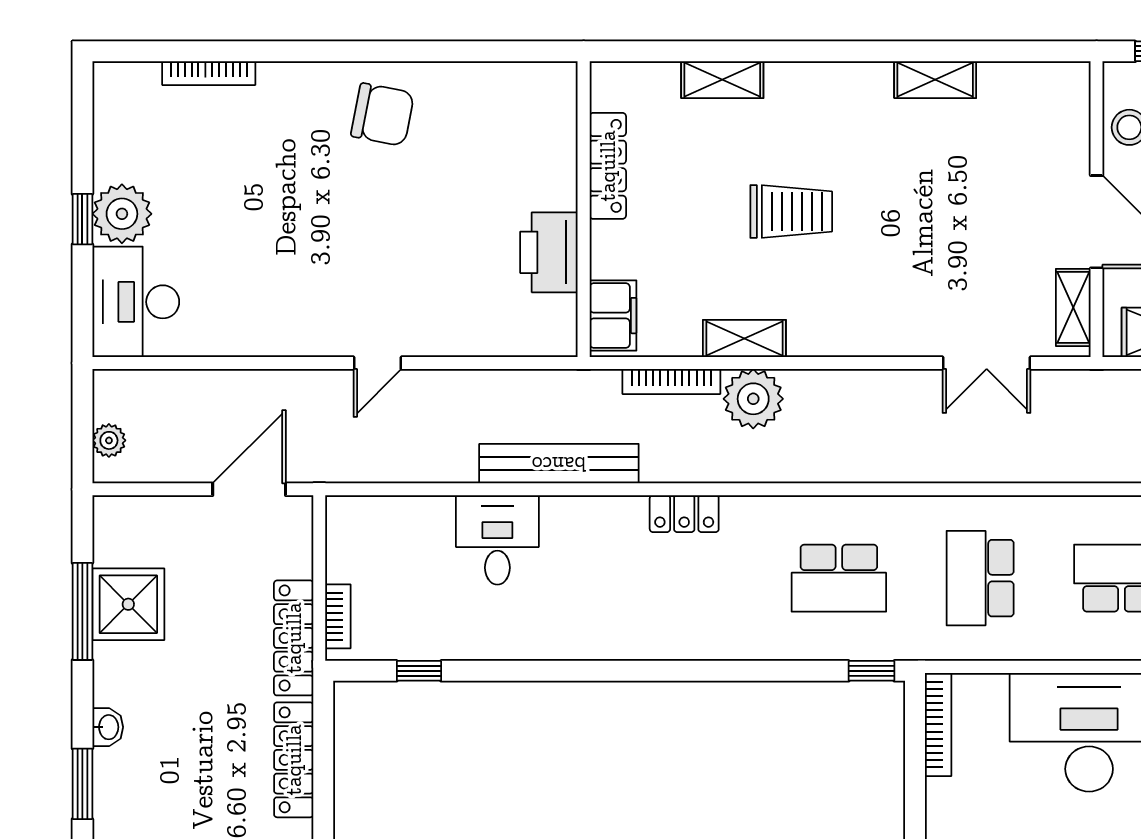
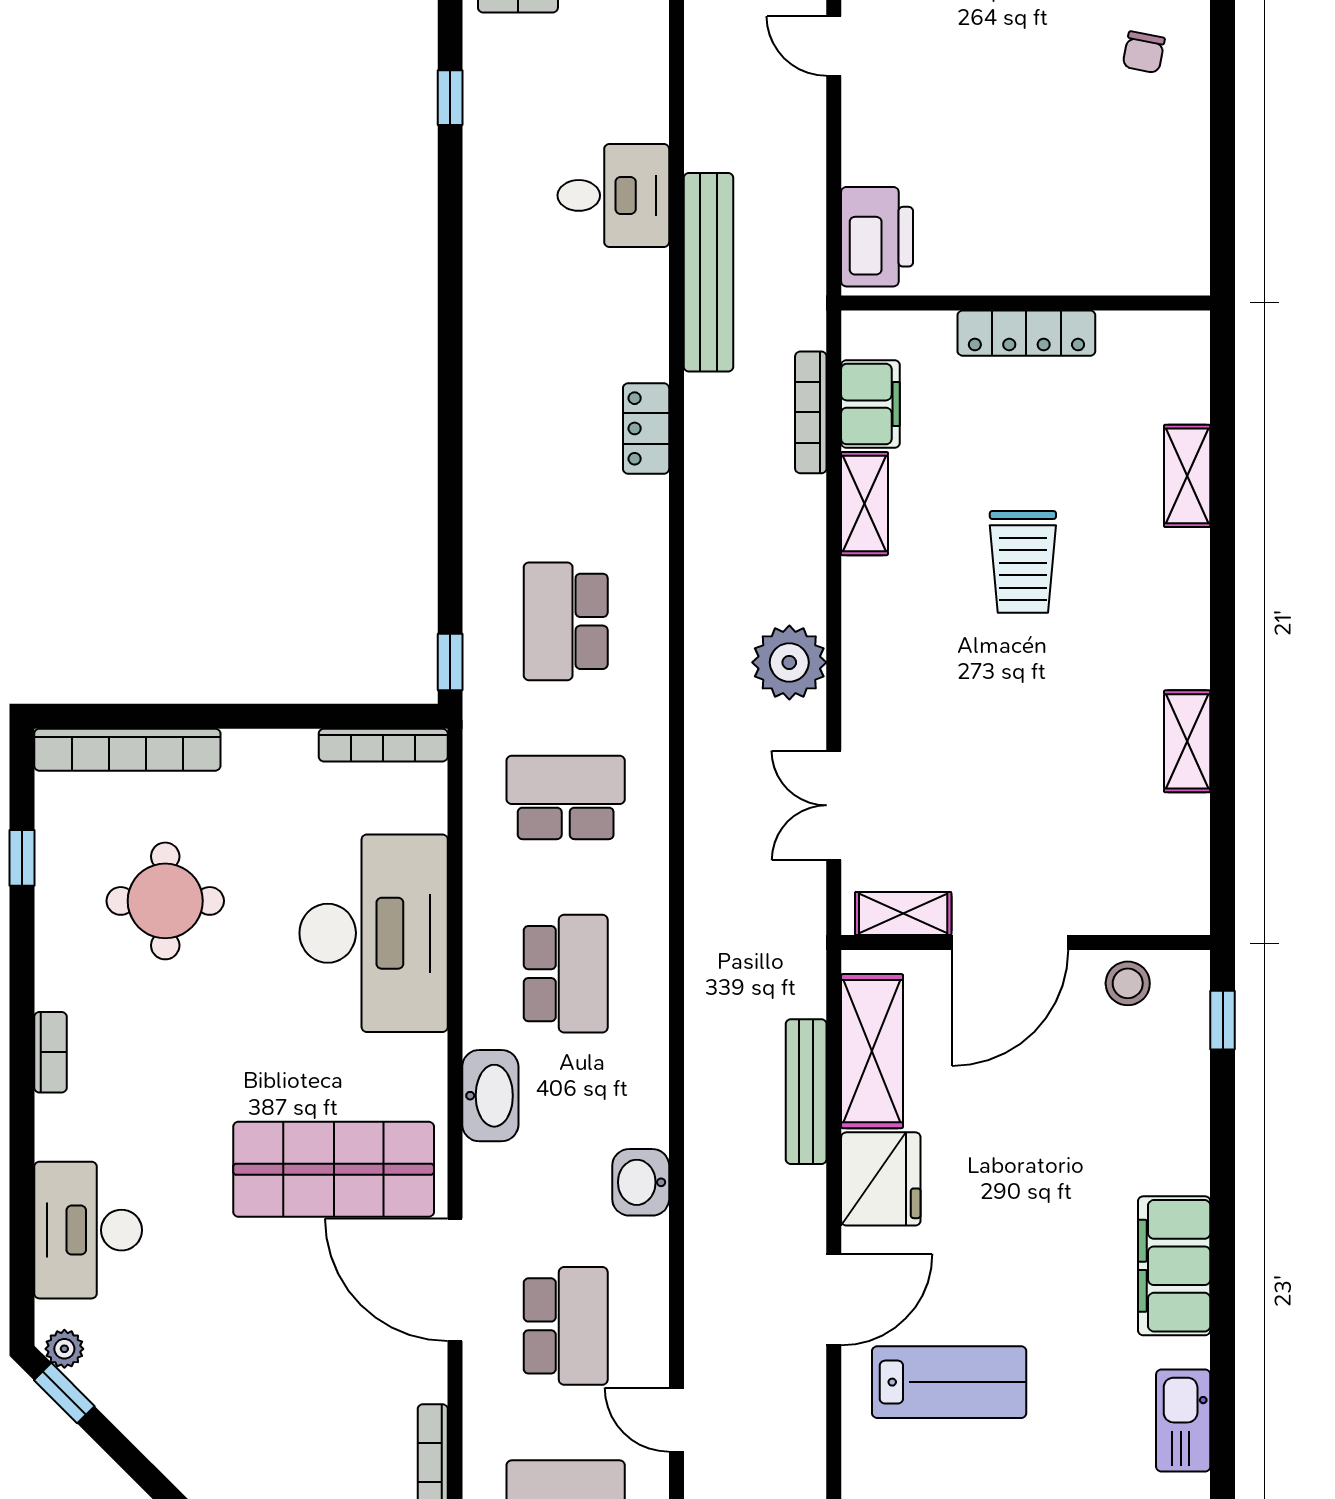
chair: (382, 115) -> (1144, 52), width x0.54, depth x0.54
locker: (608, 166) -> (1026, 333), moved
printer: (549, 252) -> (877, 237), moved, turned 90
filing cabinet: (613, 316) -> (870, 404), moved, turned -90
plant: (753, 399) -> (789, 662), moved

